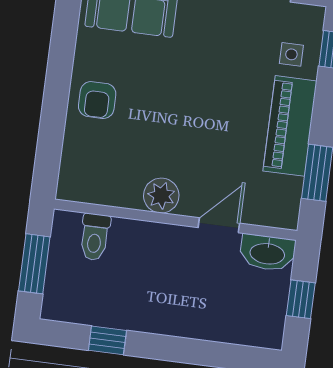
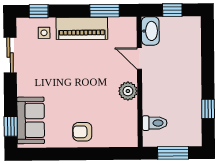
armchair: (97, 100) -> (82, 132), turned 180

